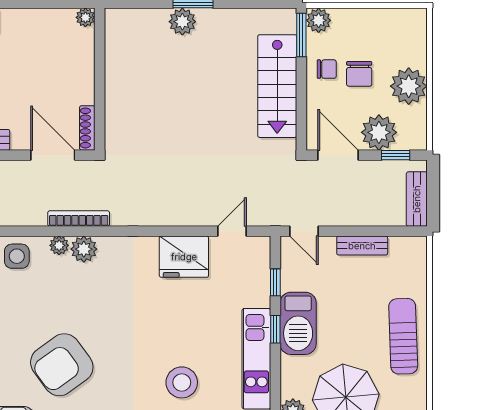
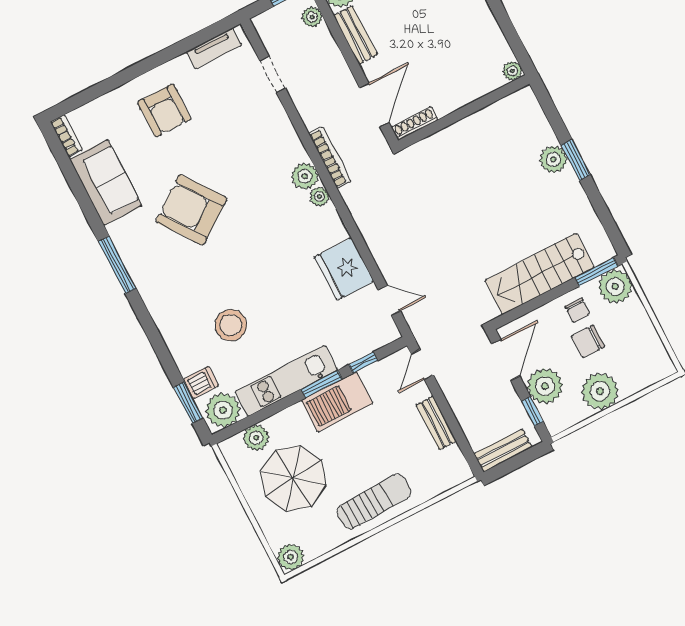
plant: (319, 20) -> (615, 286), width x1.36, depth x1.36
plant: (59, 245) -> (319, 197), moved
side table: (17, 256) -> (267, 120), removed
window: (275, 329) -> (321, 384), width x1.50

